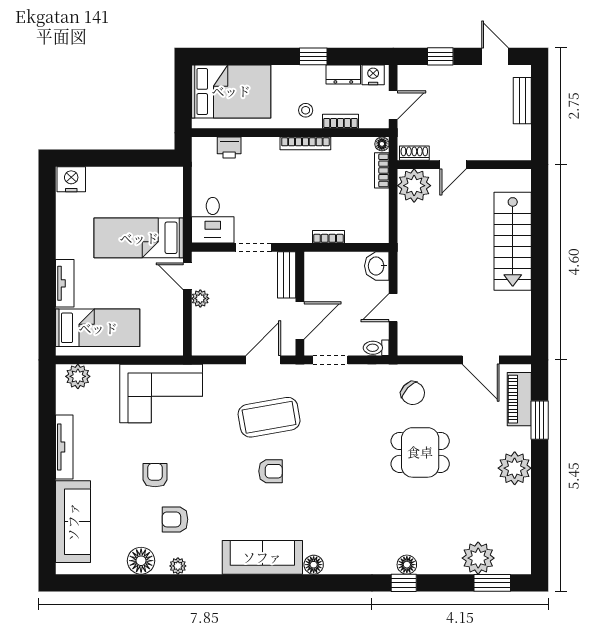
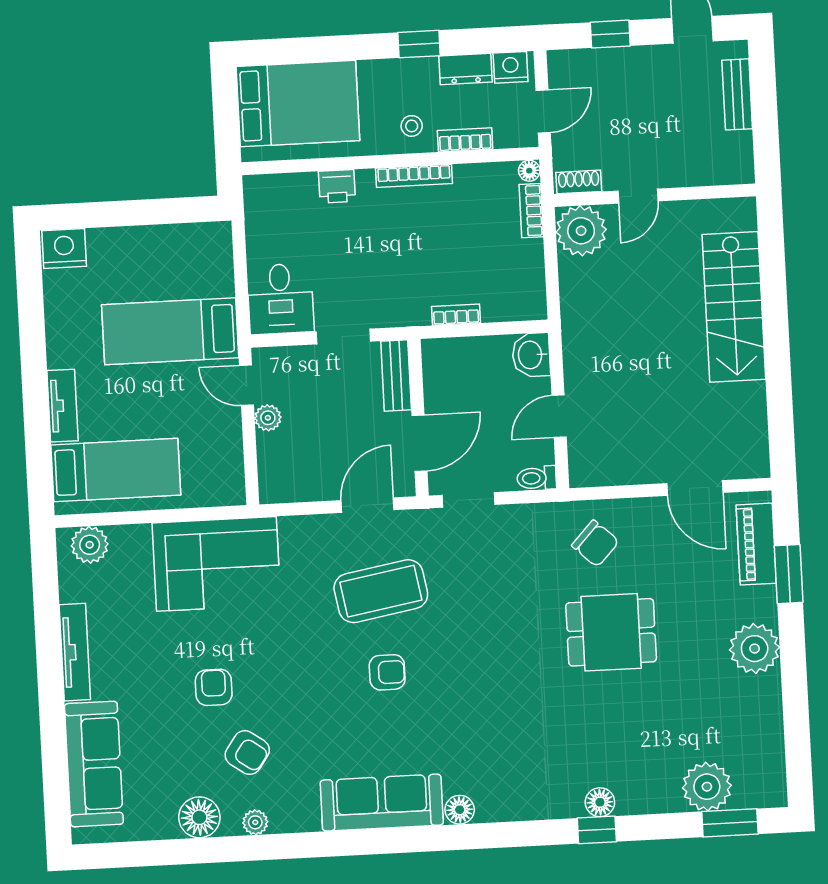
printer: (229, 148) -> (337, 186), moved
armchair: (175, 519) -> (247, 753), turned -145

